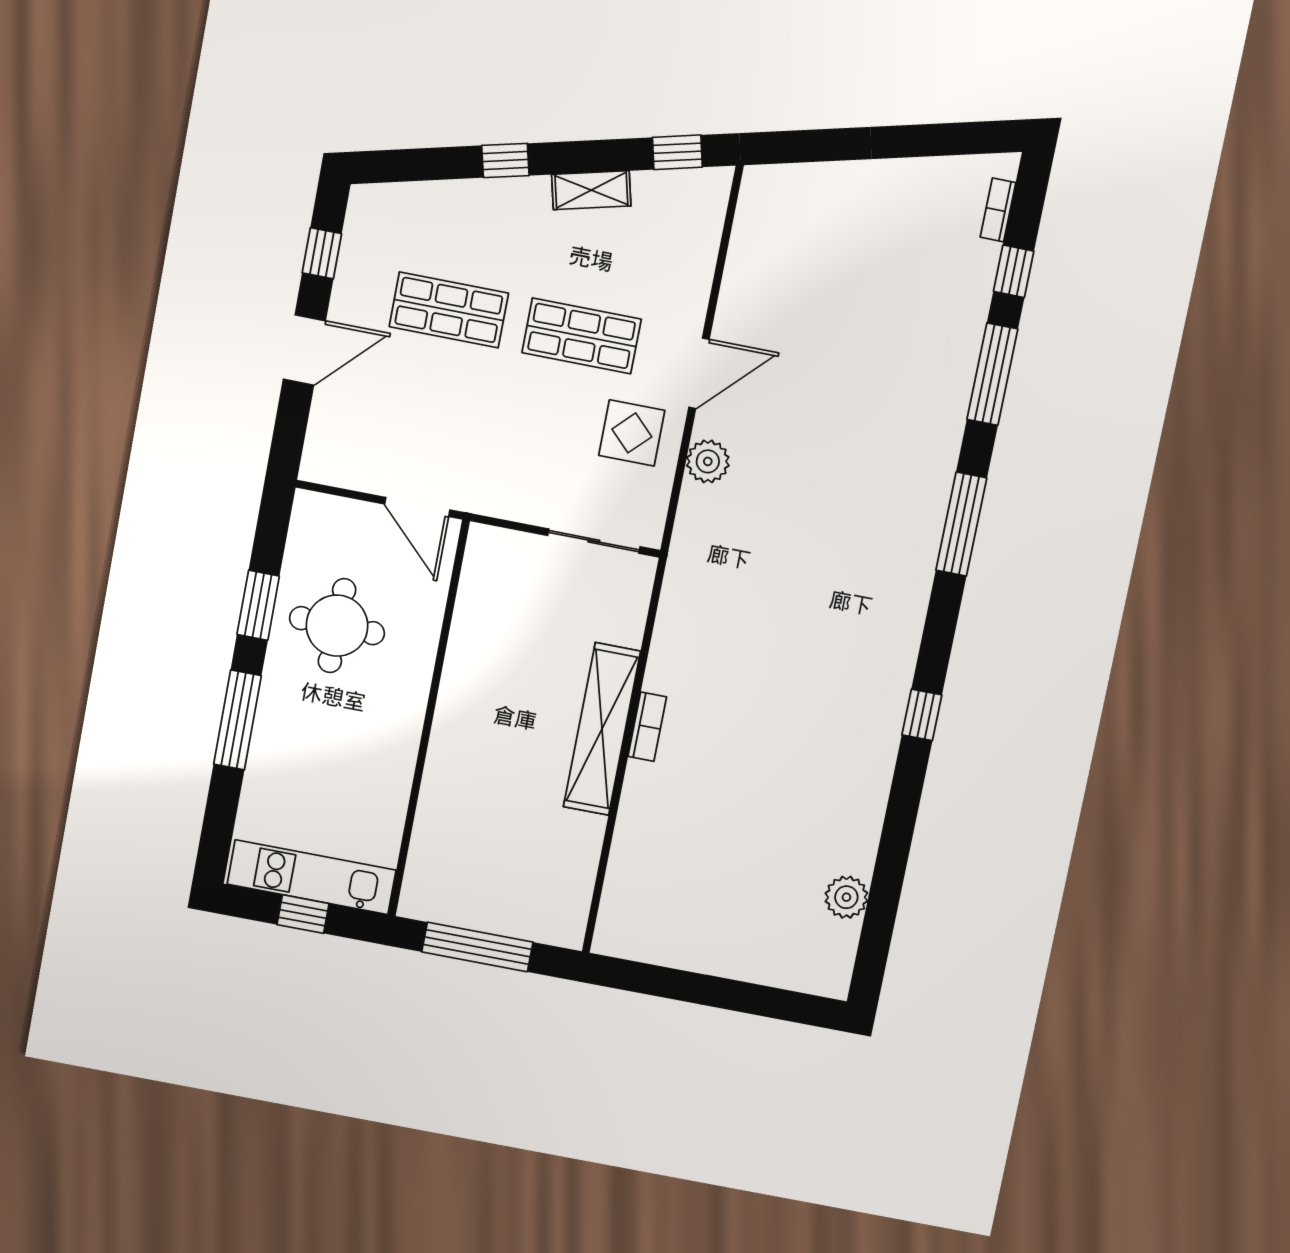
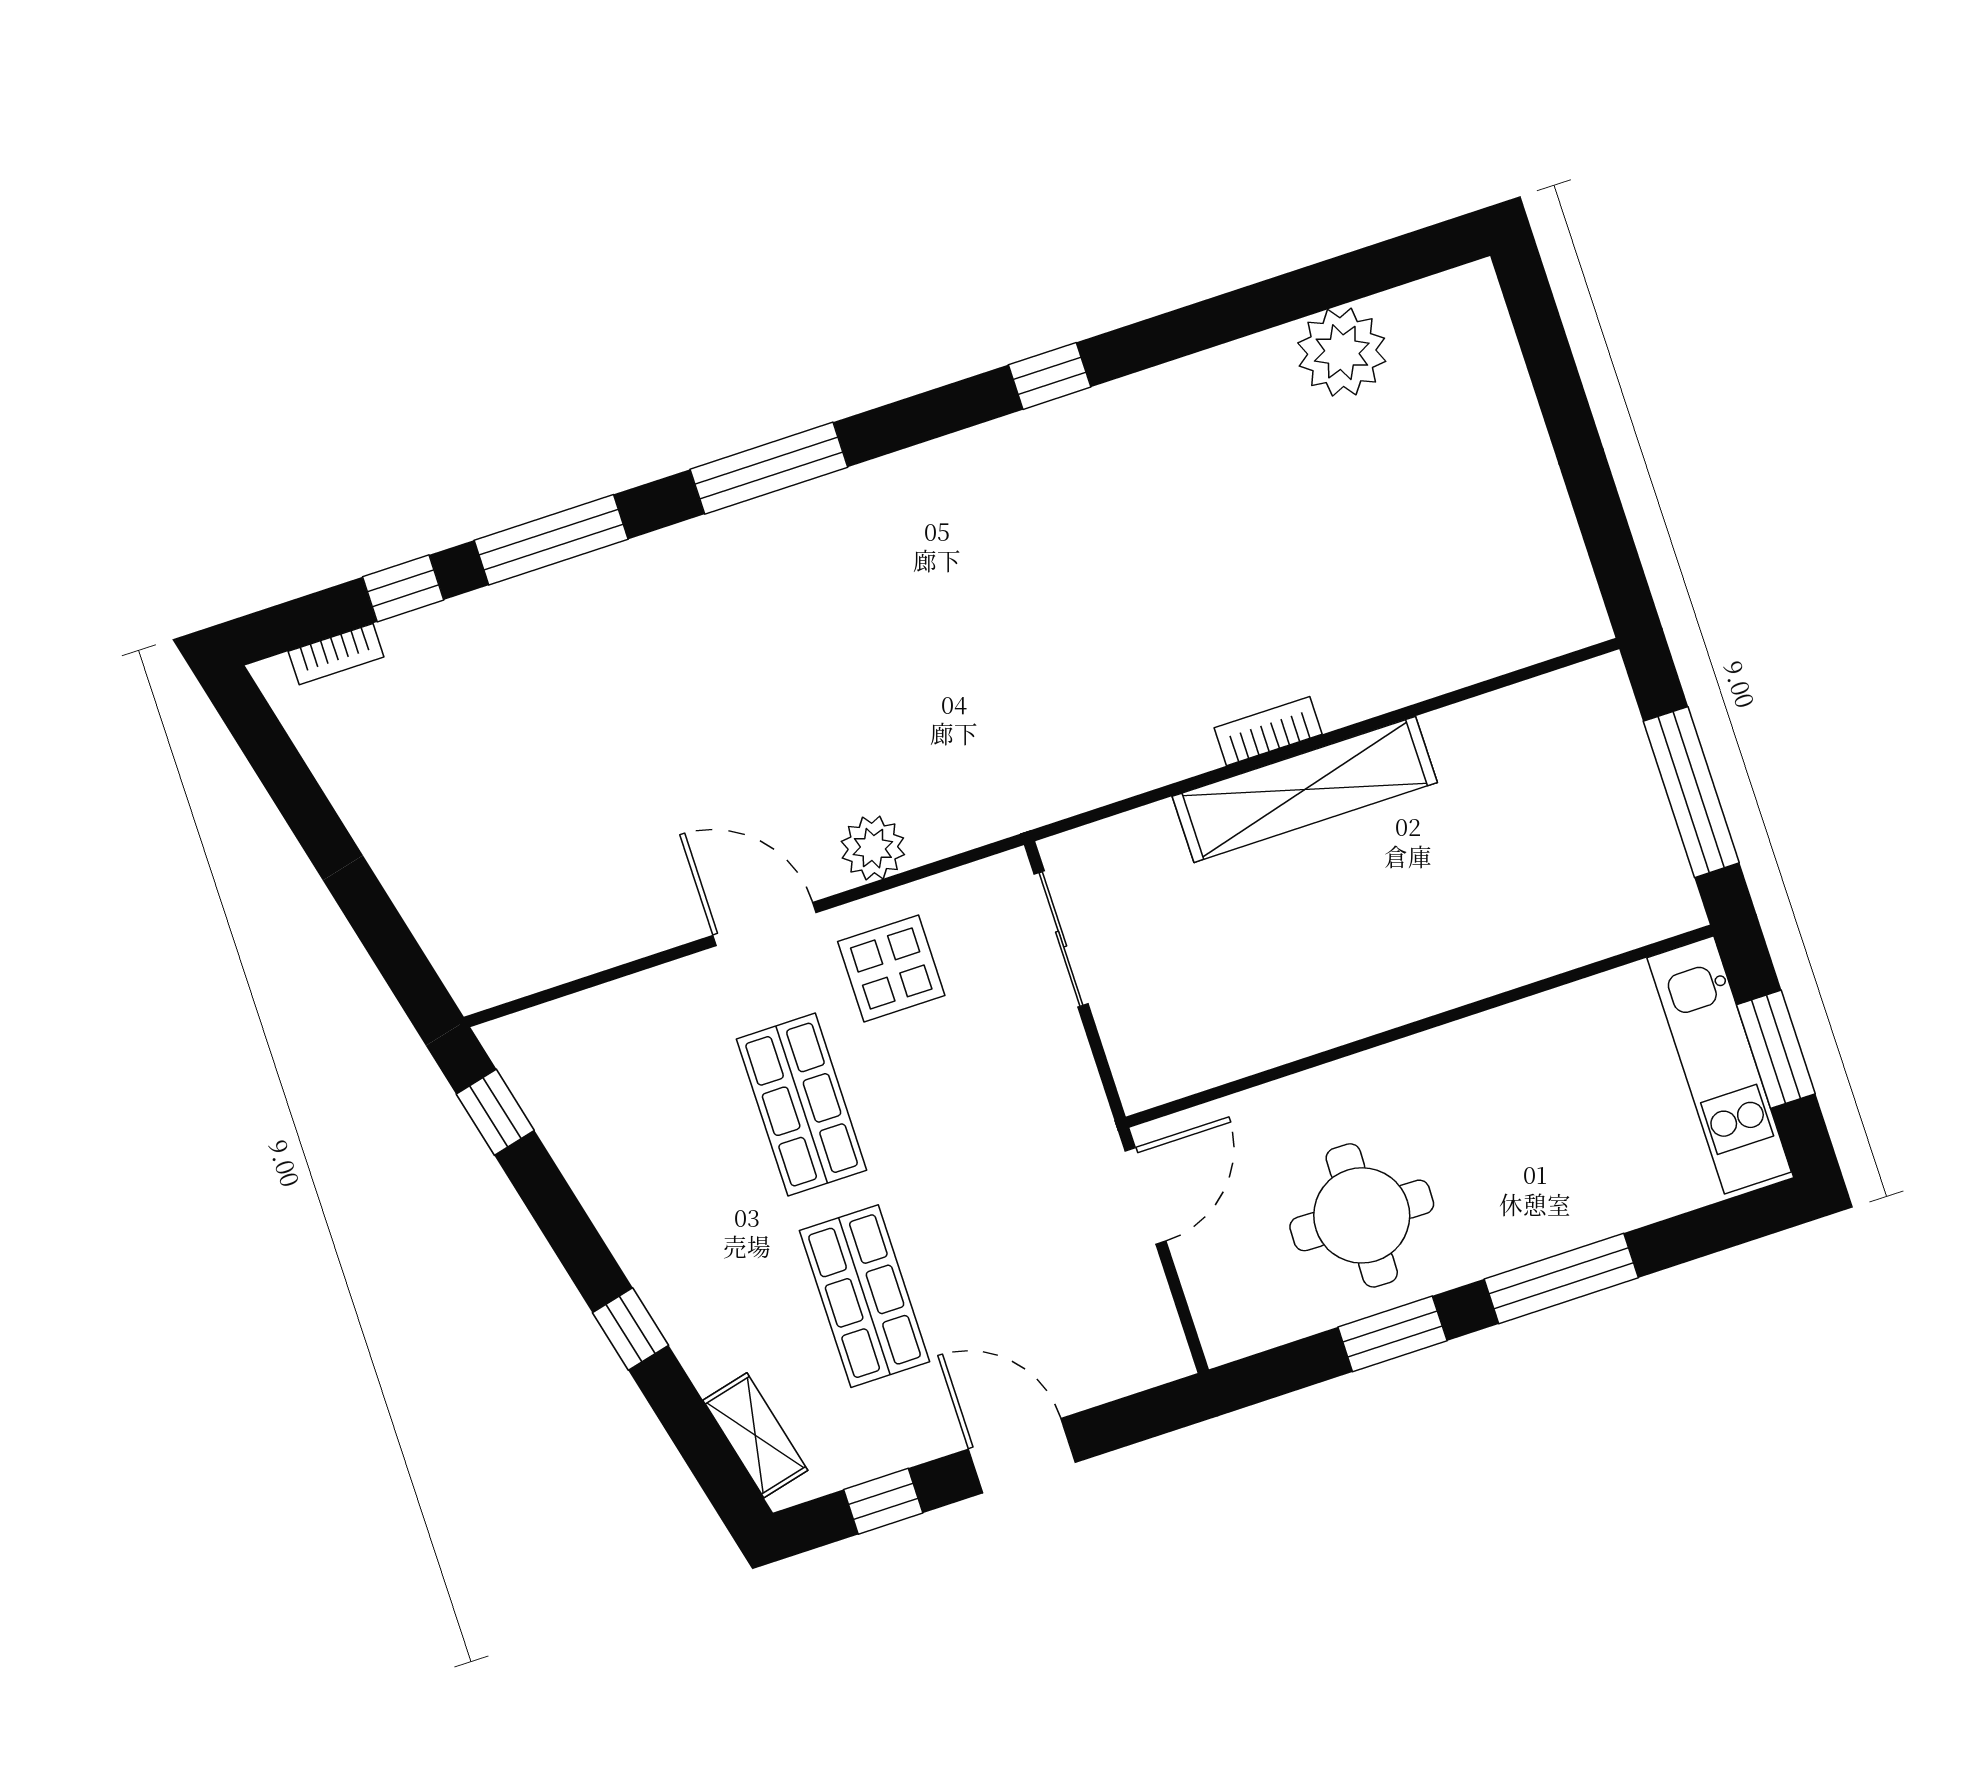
shelving: (591, 190) -> (755, 1435), moved
plant: (846, 897) -> (1342, 352), width x1.36, depth x1.36
window: (303, 914) -> (1776, 1049), width x1.50

